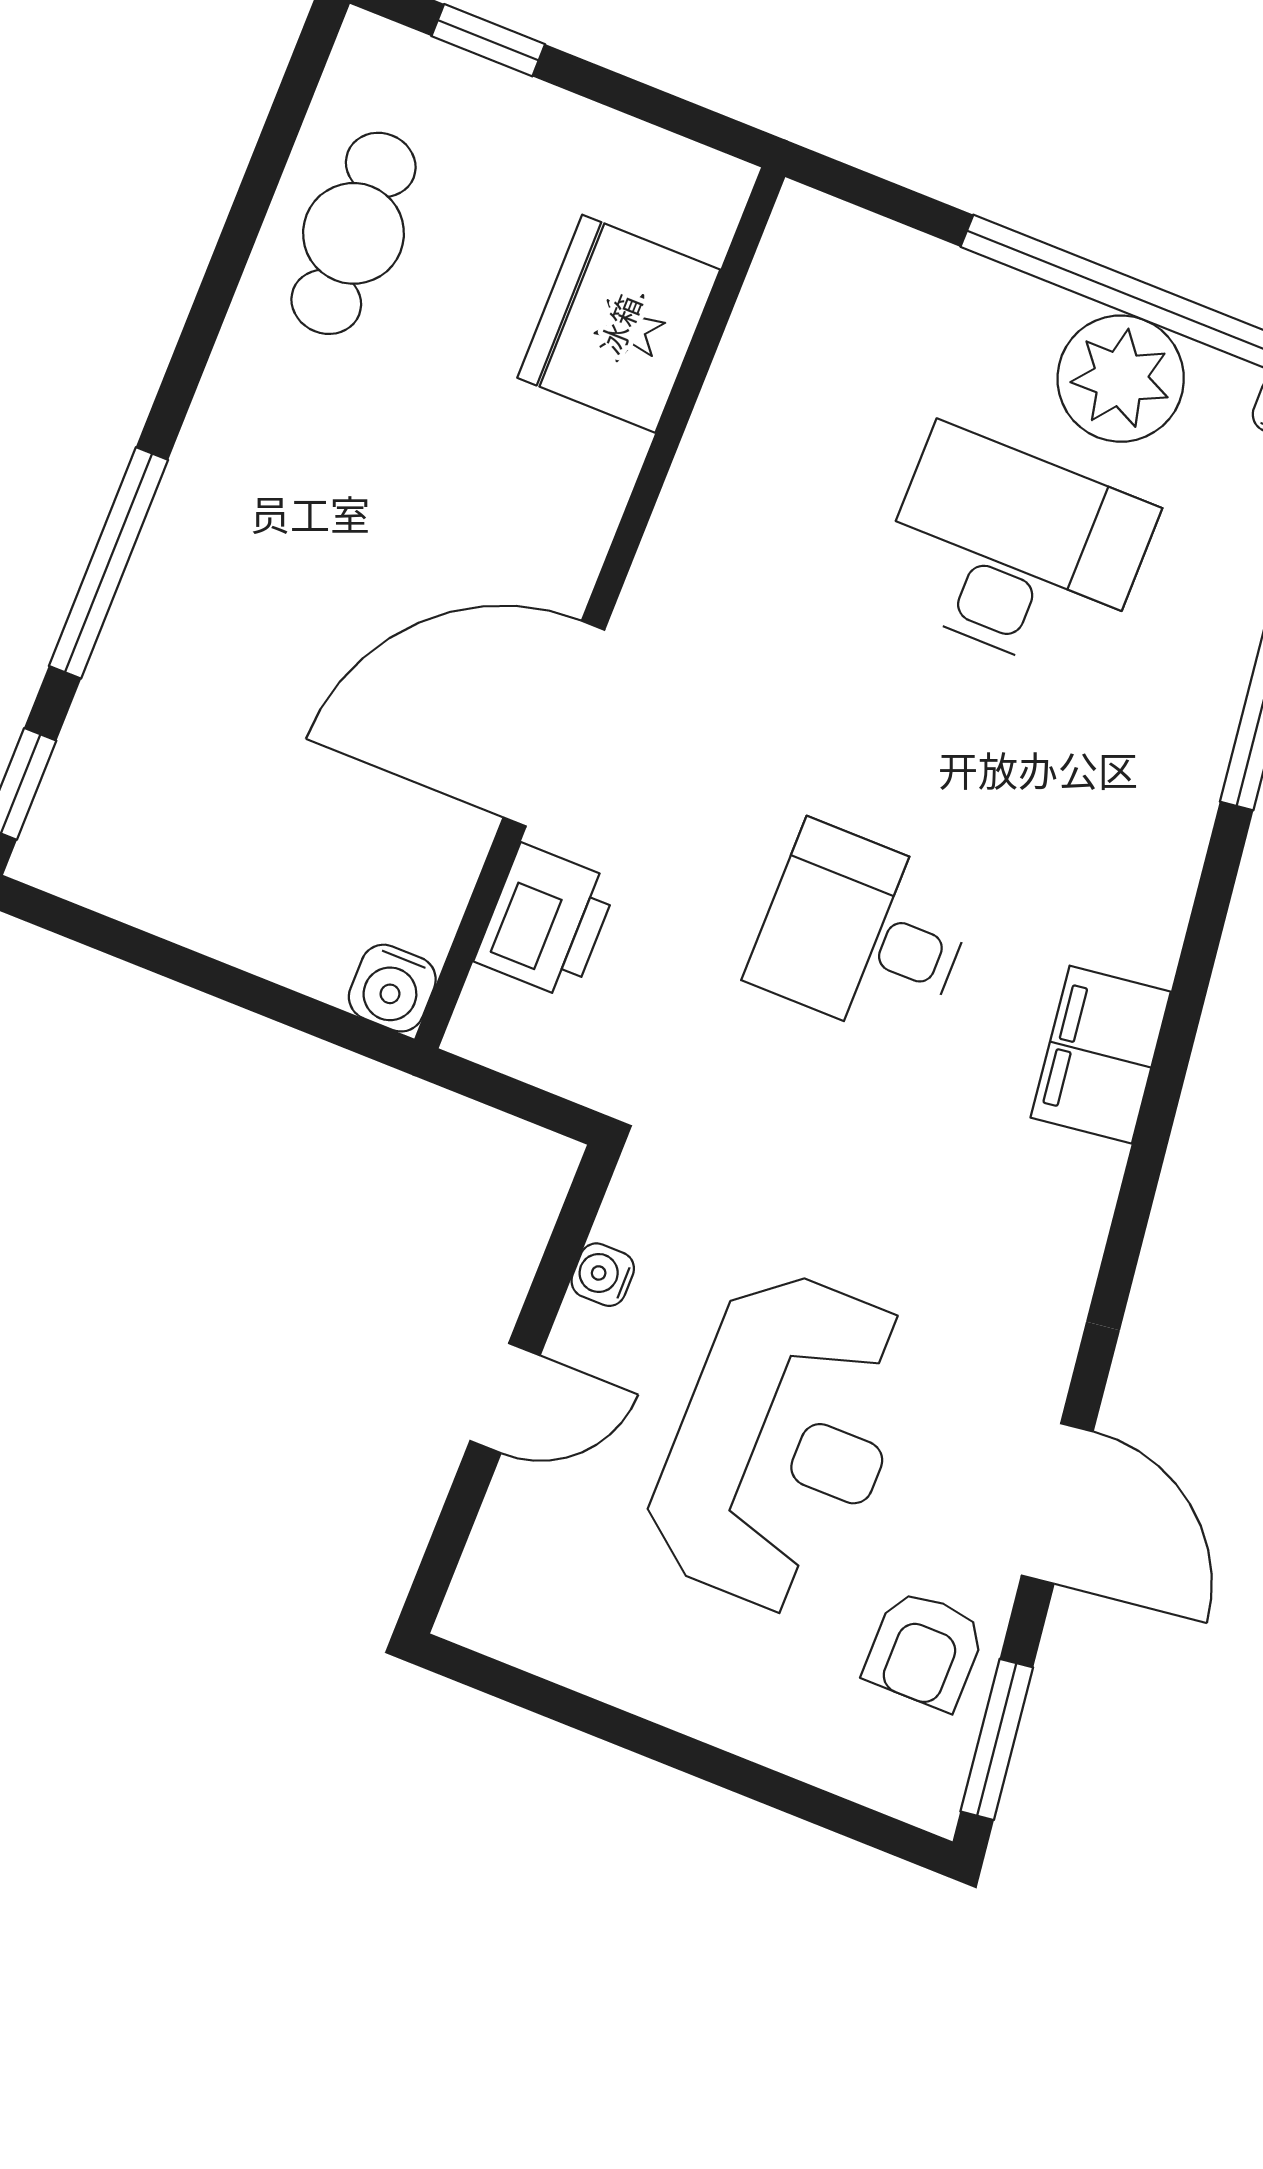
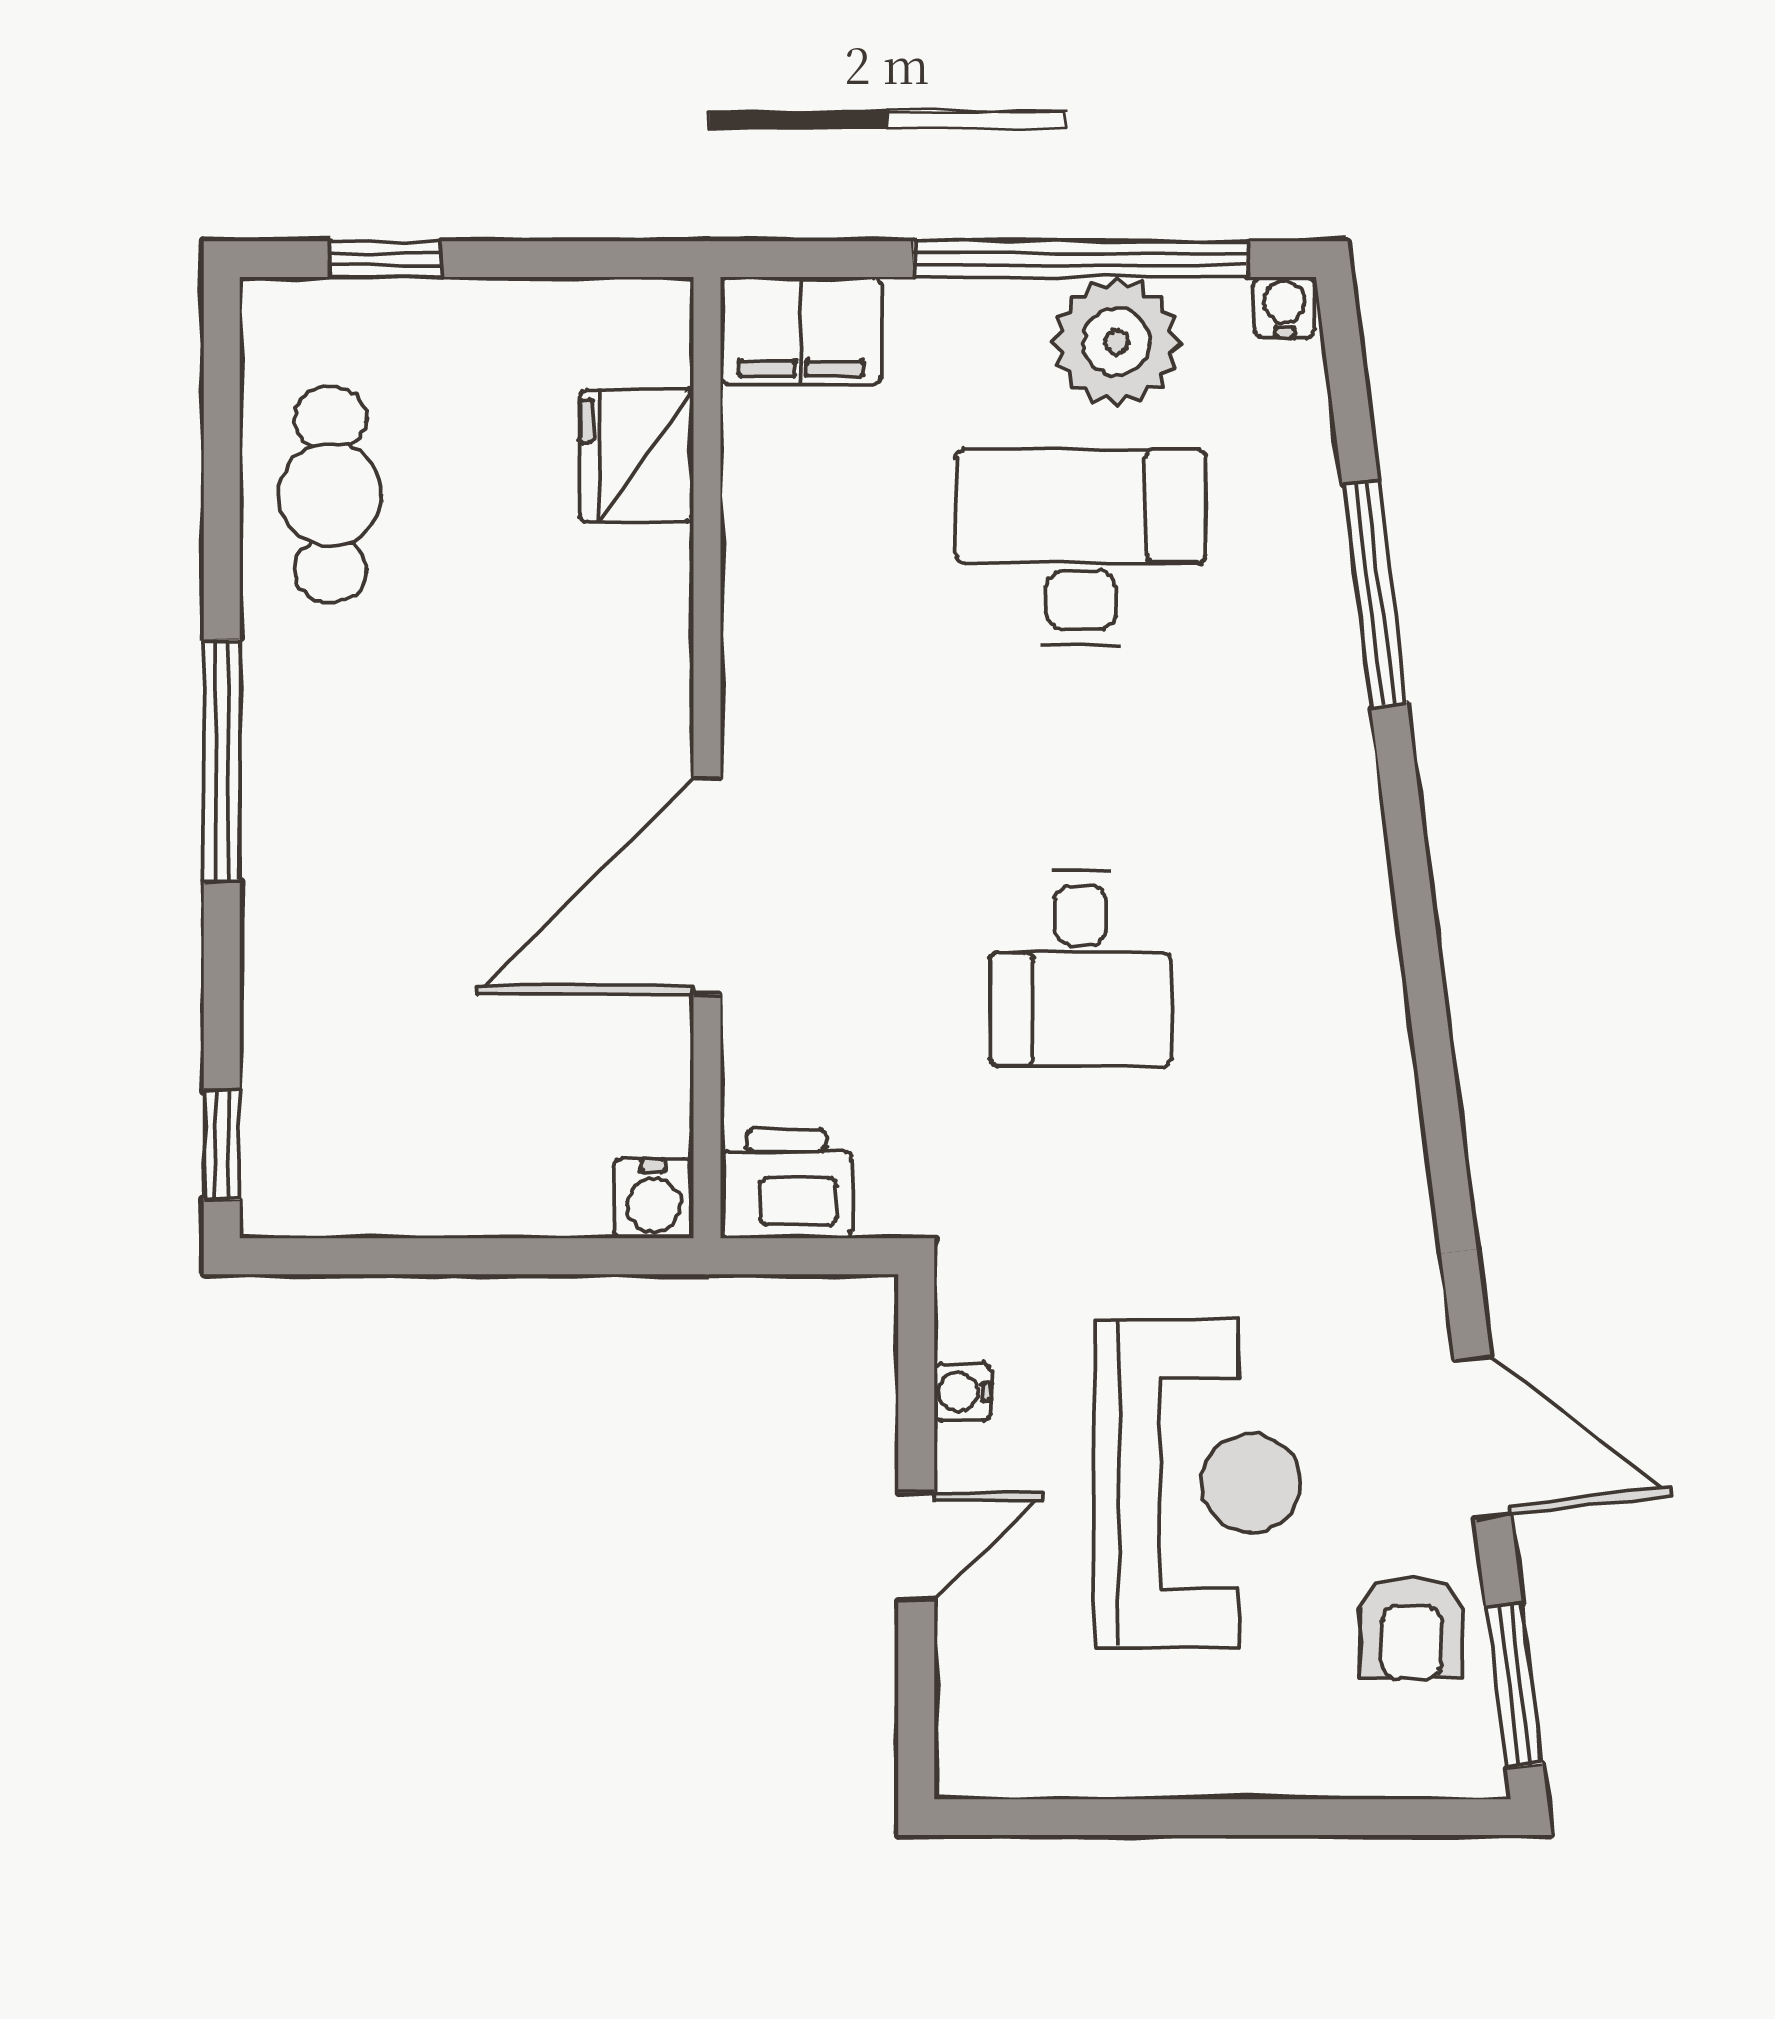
fridge: (619, 324) -> (637, 456), width x0.73, depth x0.75
window: (108, 563) -> (222, 761), moved
printer: (546, 921) -> (786, 1184), moved, turned -90
desk: (862, 933) -> (1081, 968), turned -90
filing cabinet: (1101, 1055) -> (801, 331), moved, turned -83

